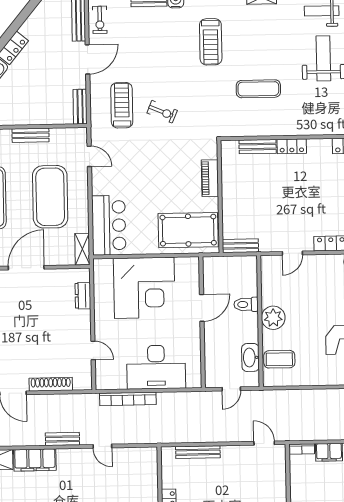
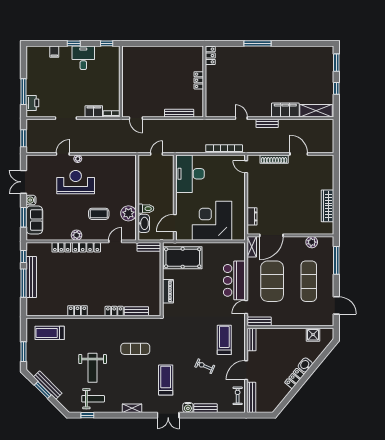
treadmill: (122, 105) -> (224, 340), turned 180
exercise bike: (162, 112) -> (205, 366), moved
bench: (30, 135) -> (259, 321), moved
door: (89, 156) -> (246, 307), hinge flipped
bar counter: (109, 225) -> (234, 280), moved
door: (26, 268) -> (271, 235), moved
door: (202, 308) -> (175, 223), moved
plant: (273, 318) -> (128, 213), moved
door: (93, 350) -> (246, 167), moved
washbasin: (250, 357) -> (144, 223), moved
coffee table: (279, 359) -> (99, 214), moved
desk: (156, 367) -> (190, 174), moved, turned -90

